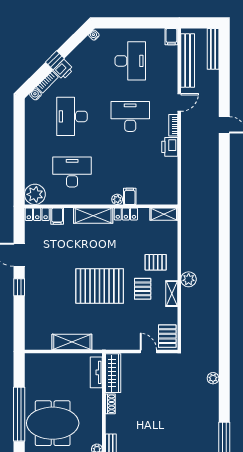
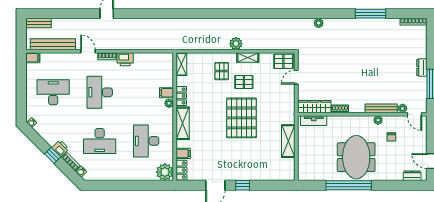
bench: (213, 49) -> (39, 23), width x0.73

